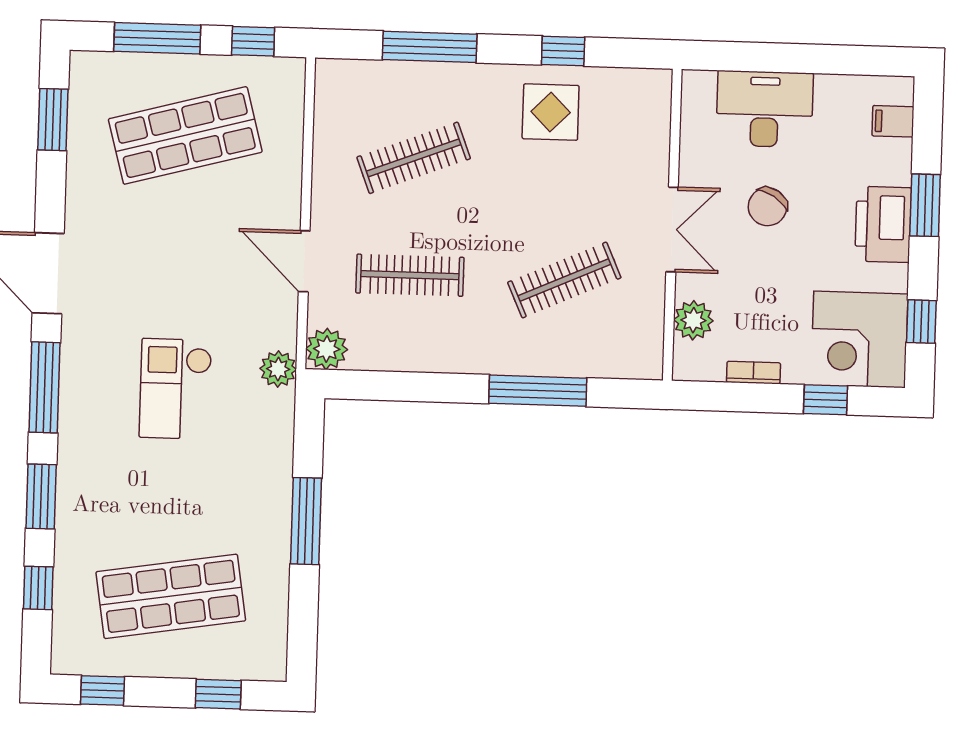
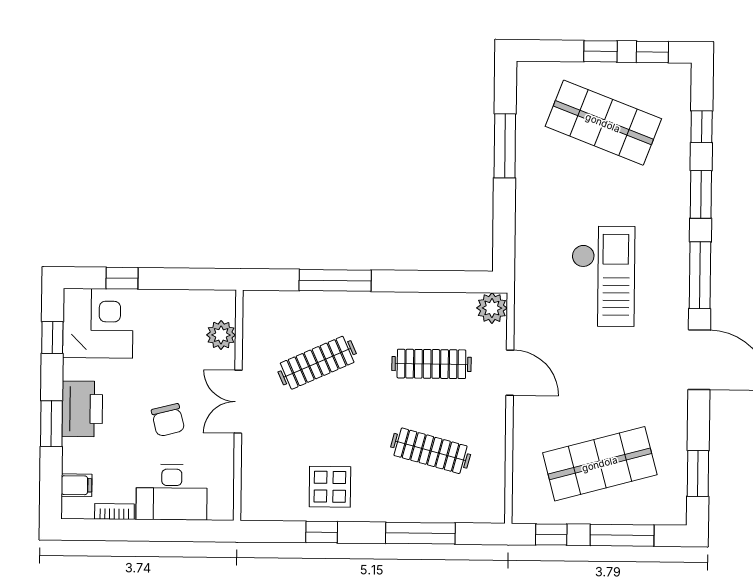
clothes rail: (414, 158) -> (431, 451), turned 36
chair: (767, 207) -> (168, 420), turned 133
plant: (278, 369) -> (527, 292), removed
bookcase: (753, 373) -> (114, 512), moved, turned 180
checkout: (176, 389) -> (603, 276), width x1.36, depth x1.21
window: (306, 521) -> (505, 146), moved
shop shelf: (171, 596) -> (603, 123), turned 30
window: (218, 694) -> (601, 51), moved

